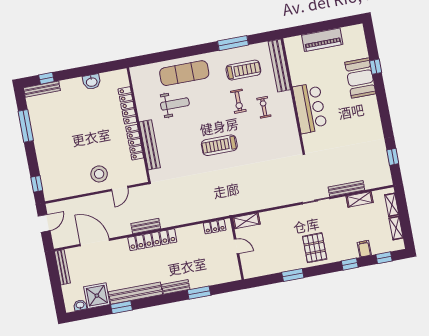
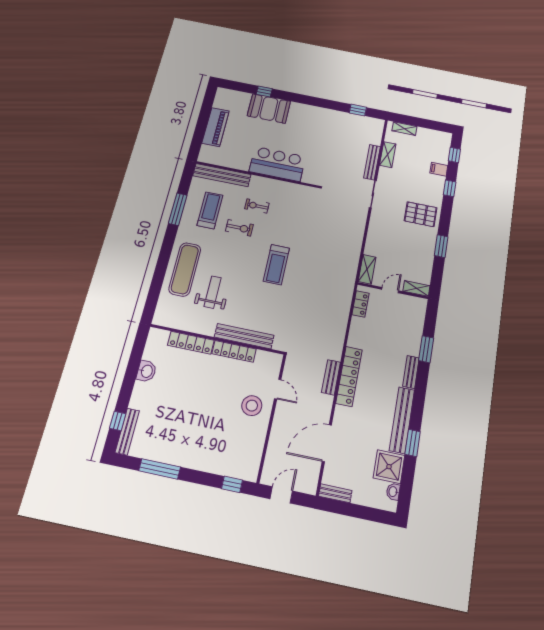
door: (44, 223) -> (281, 495), hinge flipped
shelving: (396, 228) -> (416, 288), moved
bench: (62, 267) -> (335, 493), width x0.73

